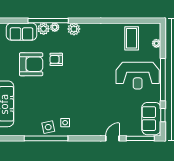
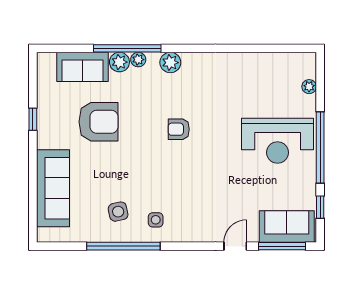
coffee table: (132, 38) -> (267, 78), removed
armchair: (56, 59) -> (179, 129), moved
sofa: (151, 119) -> (287, 227), moved, turned 90
side table: (48, 127) -> (118, 212), moved

